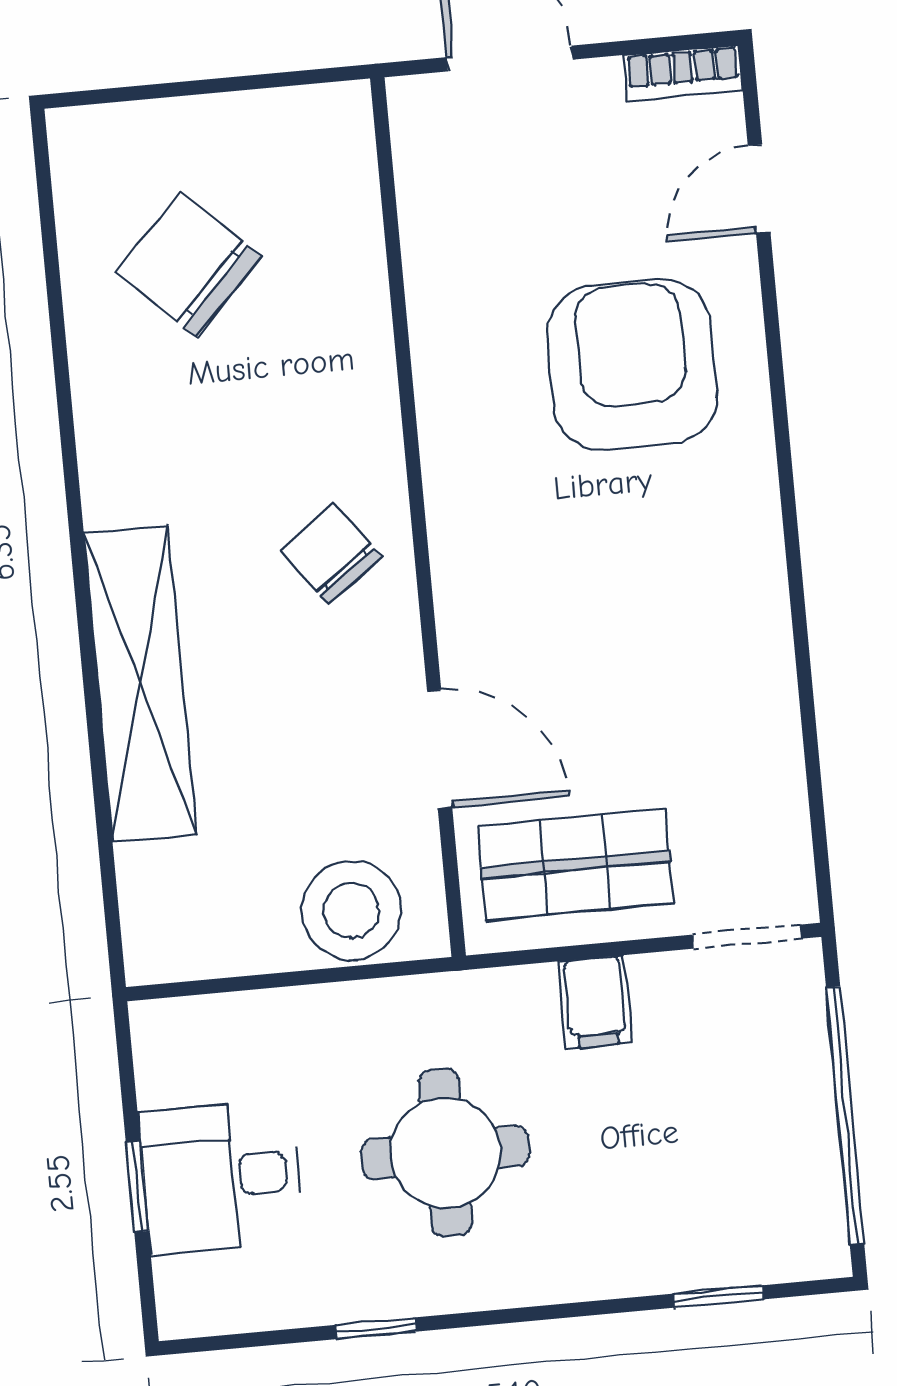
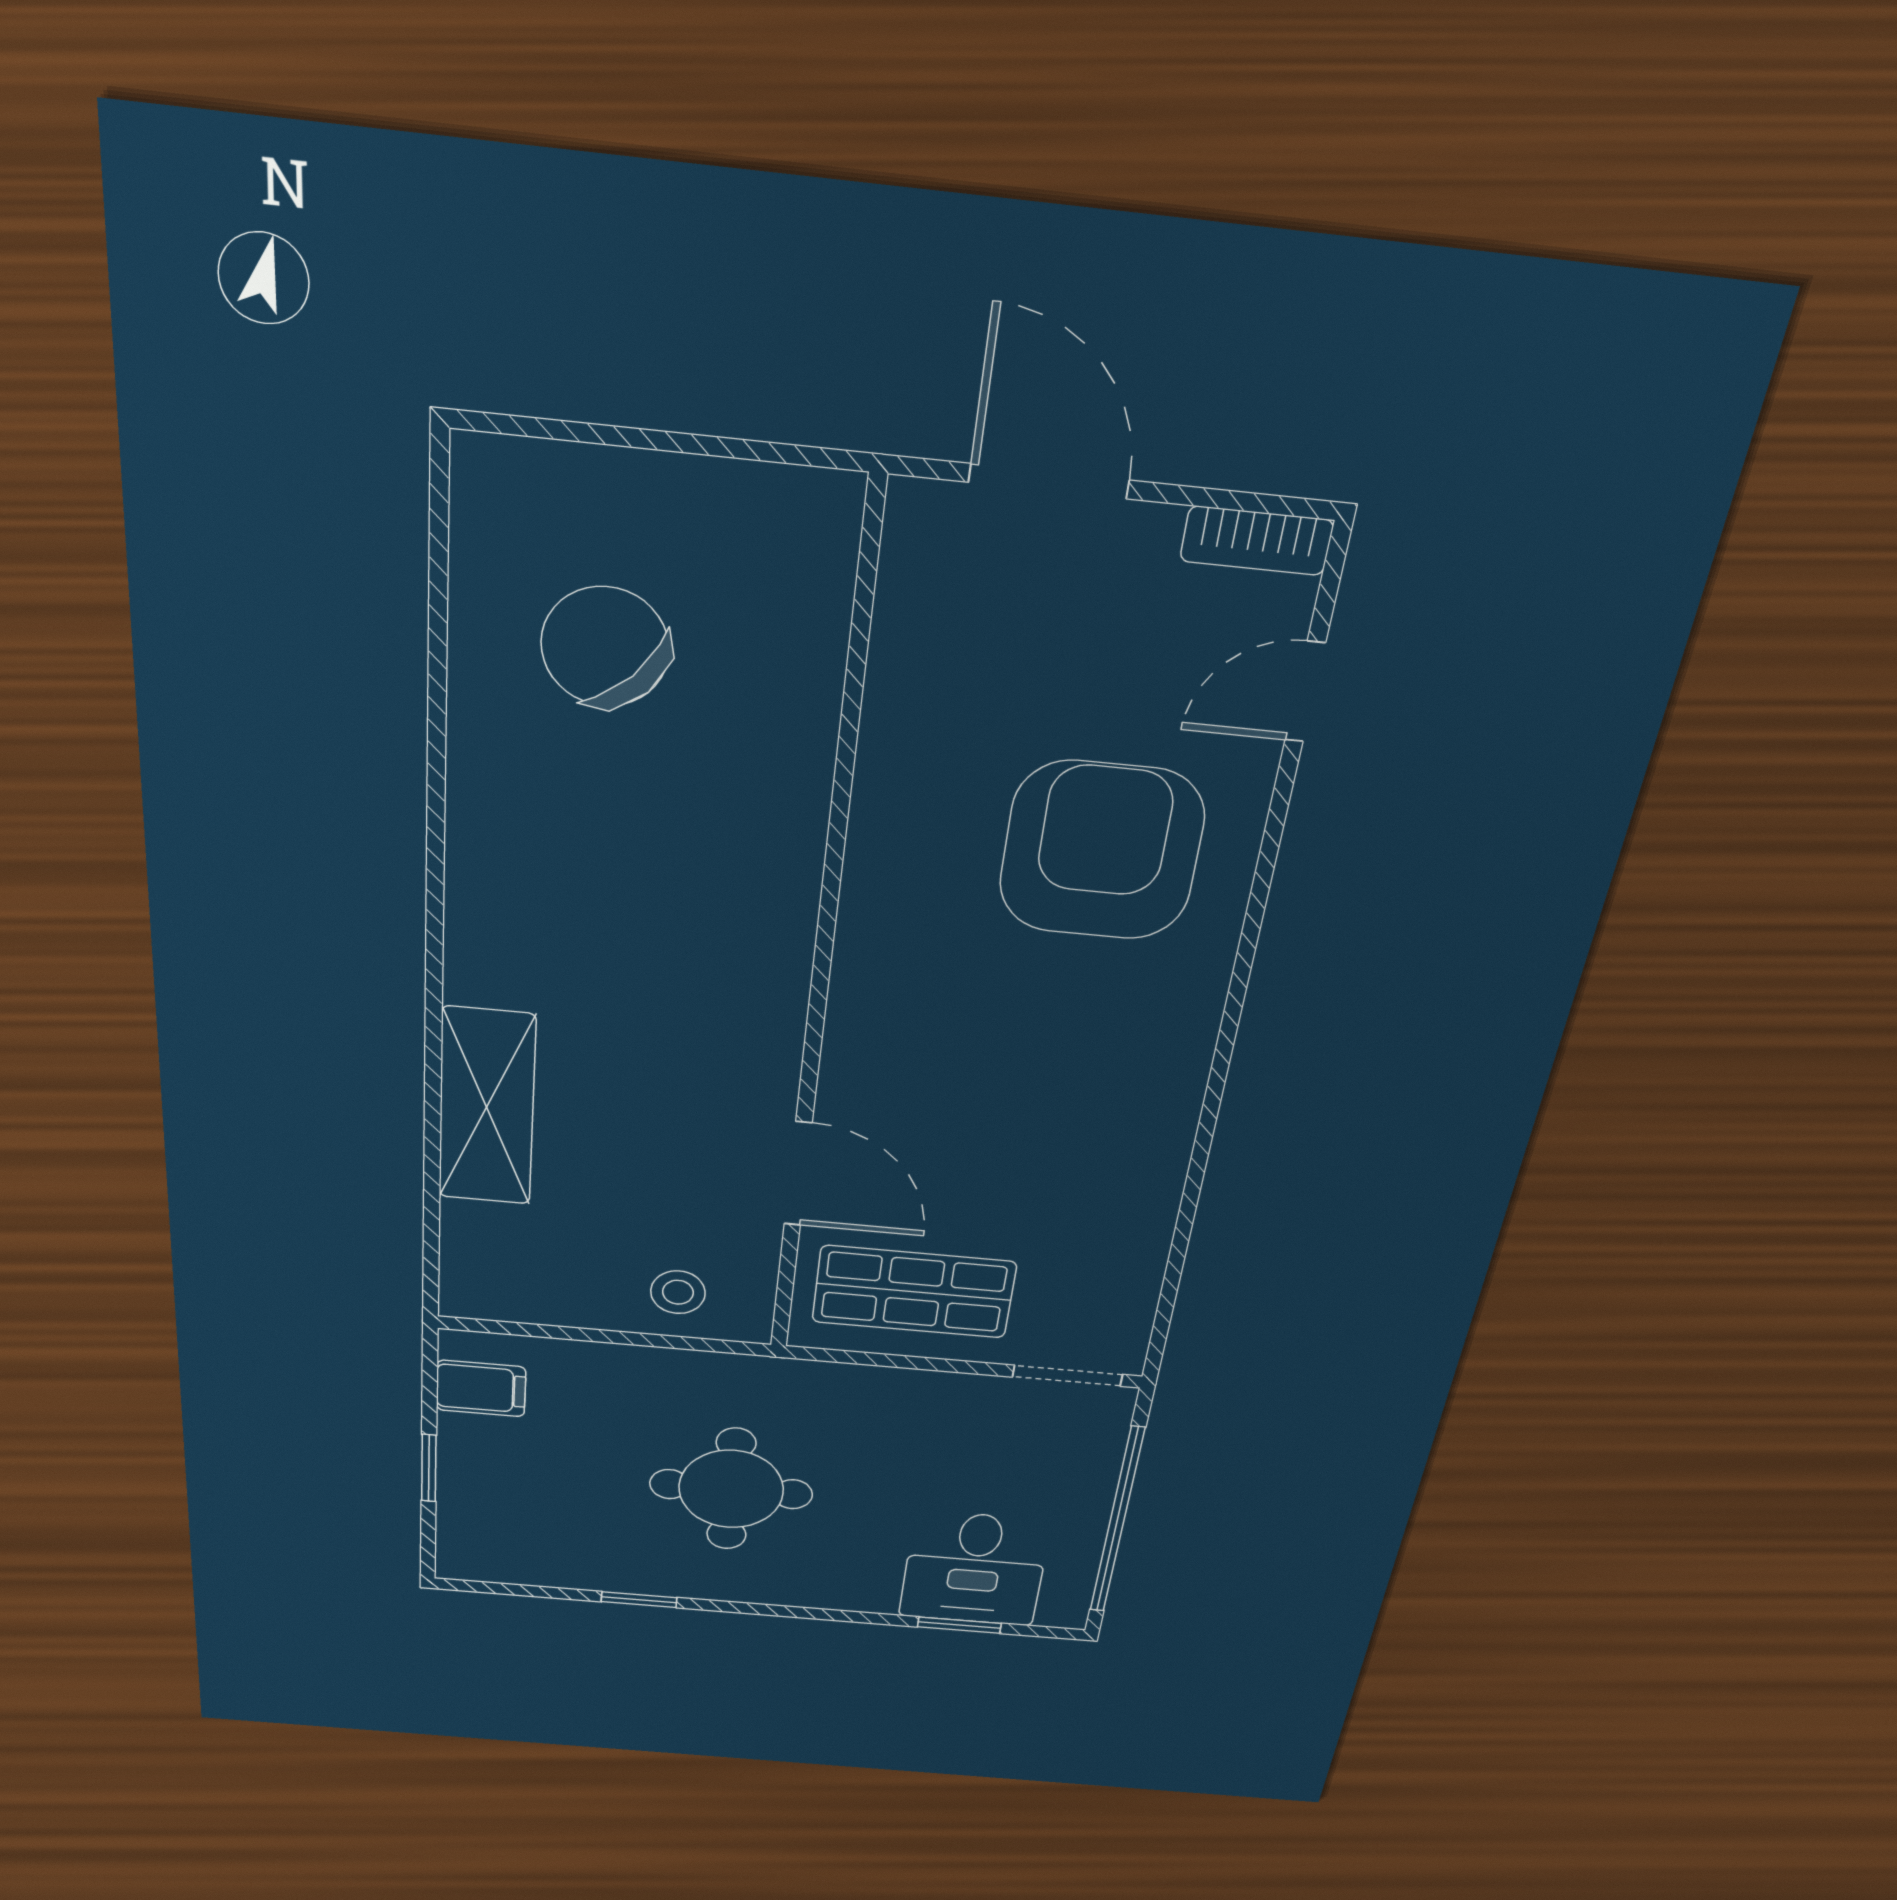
chair: (331, 554) -> (718, 977), removed
shelving: (140, 683) -> (487, 1107), width x0.68
stool: (351, 910) -> (678, 1292), width x0.53, depth x0.53
filing cabinet: (595, 1002) -> (481, 1388), moved, turned -90
desk: (221, 1177) -> (975, 1569), moved, turned -90

